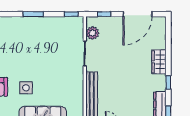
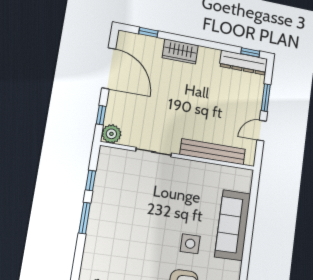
window: (71, 14) -> (91, 180), moved
plant: (93, 33) -> (111, 134), moved
window: (168, 82) -> (148, 32), moved

